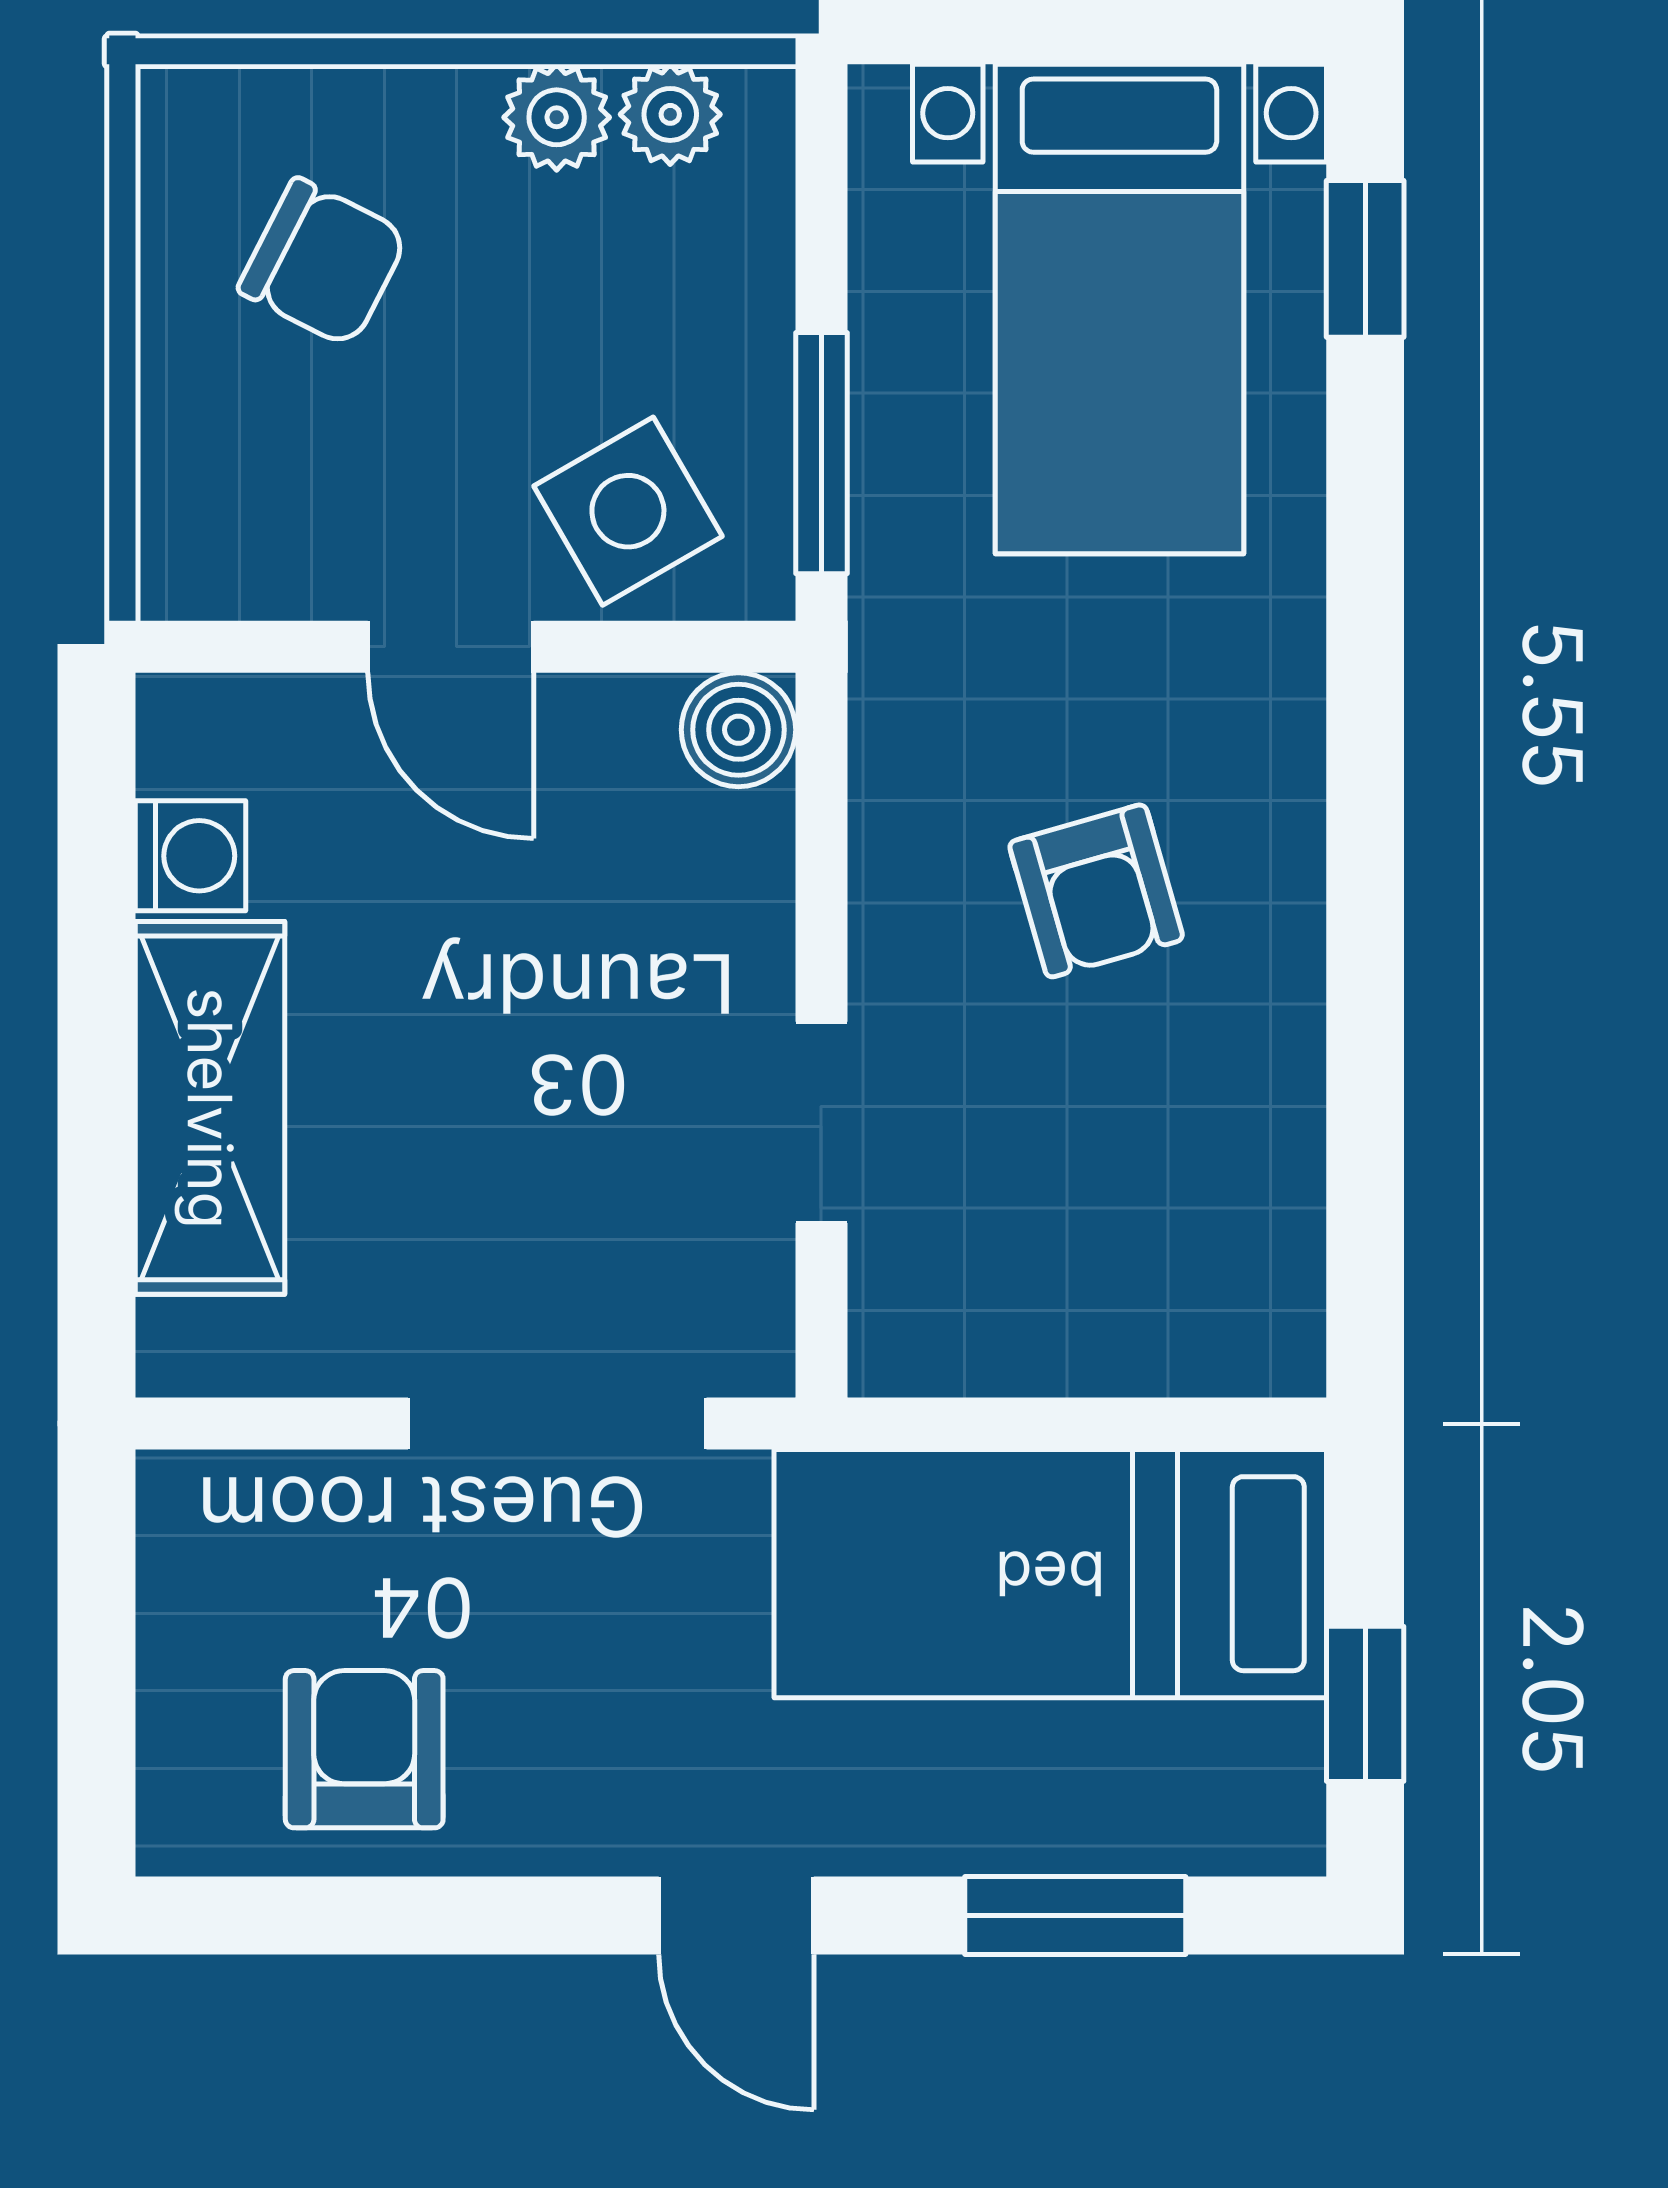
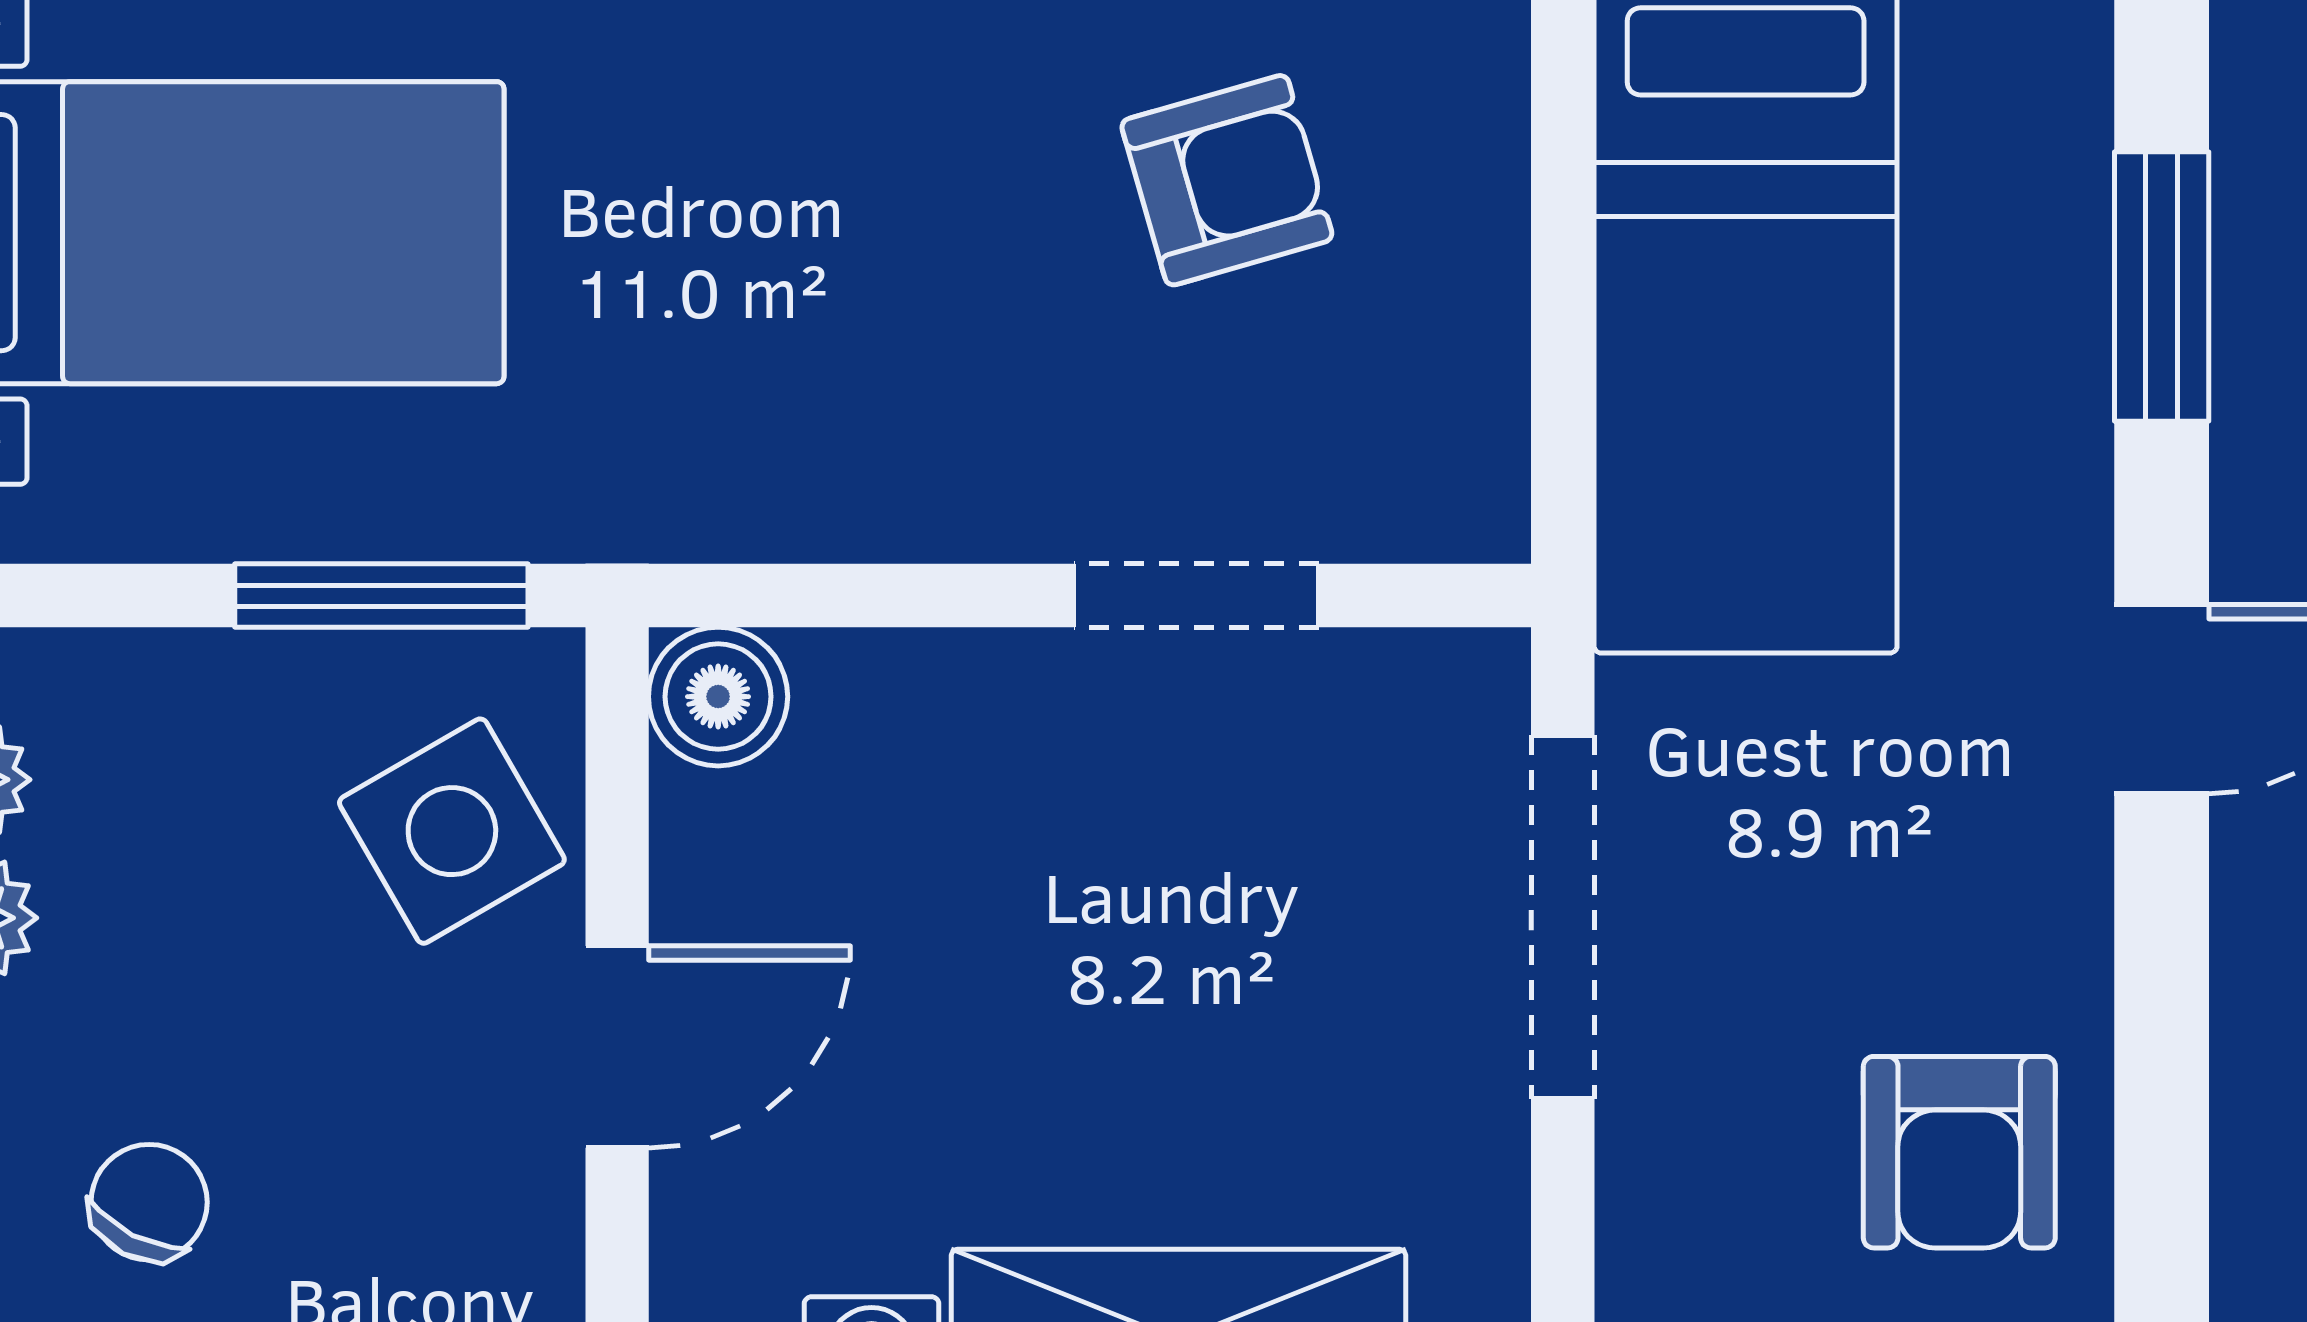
chair: (323, 262) -> (149, 1202), width x0.73, depth x0.73
armchair: (1096, 891) -> (1227, 180), moved
armchair: (364, 1749) -> (1959, 1152), turned -90

